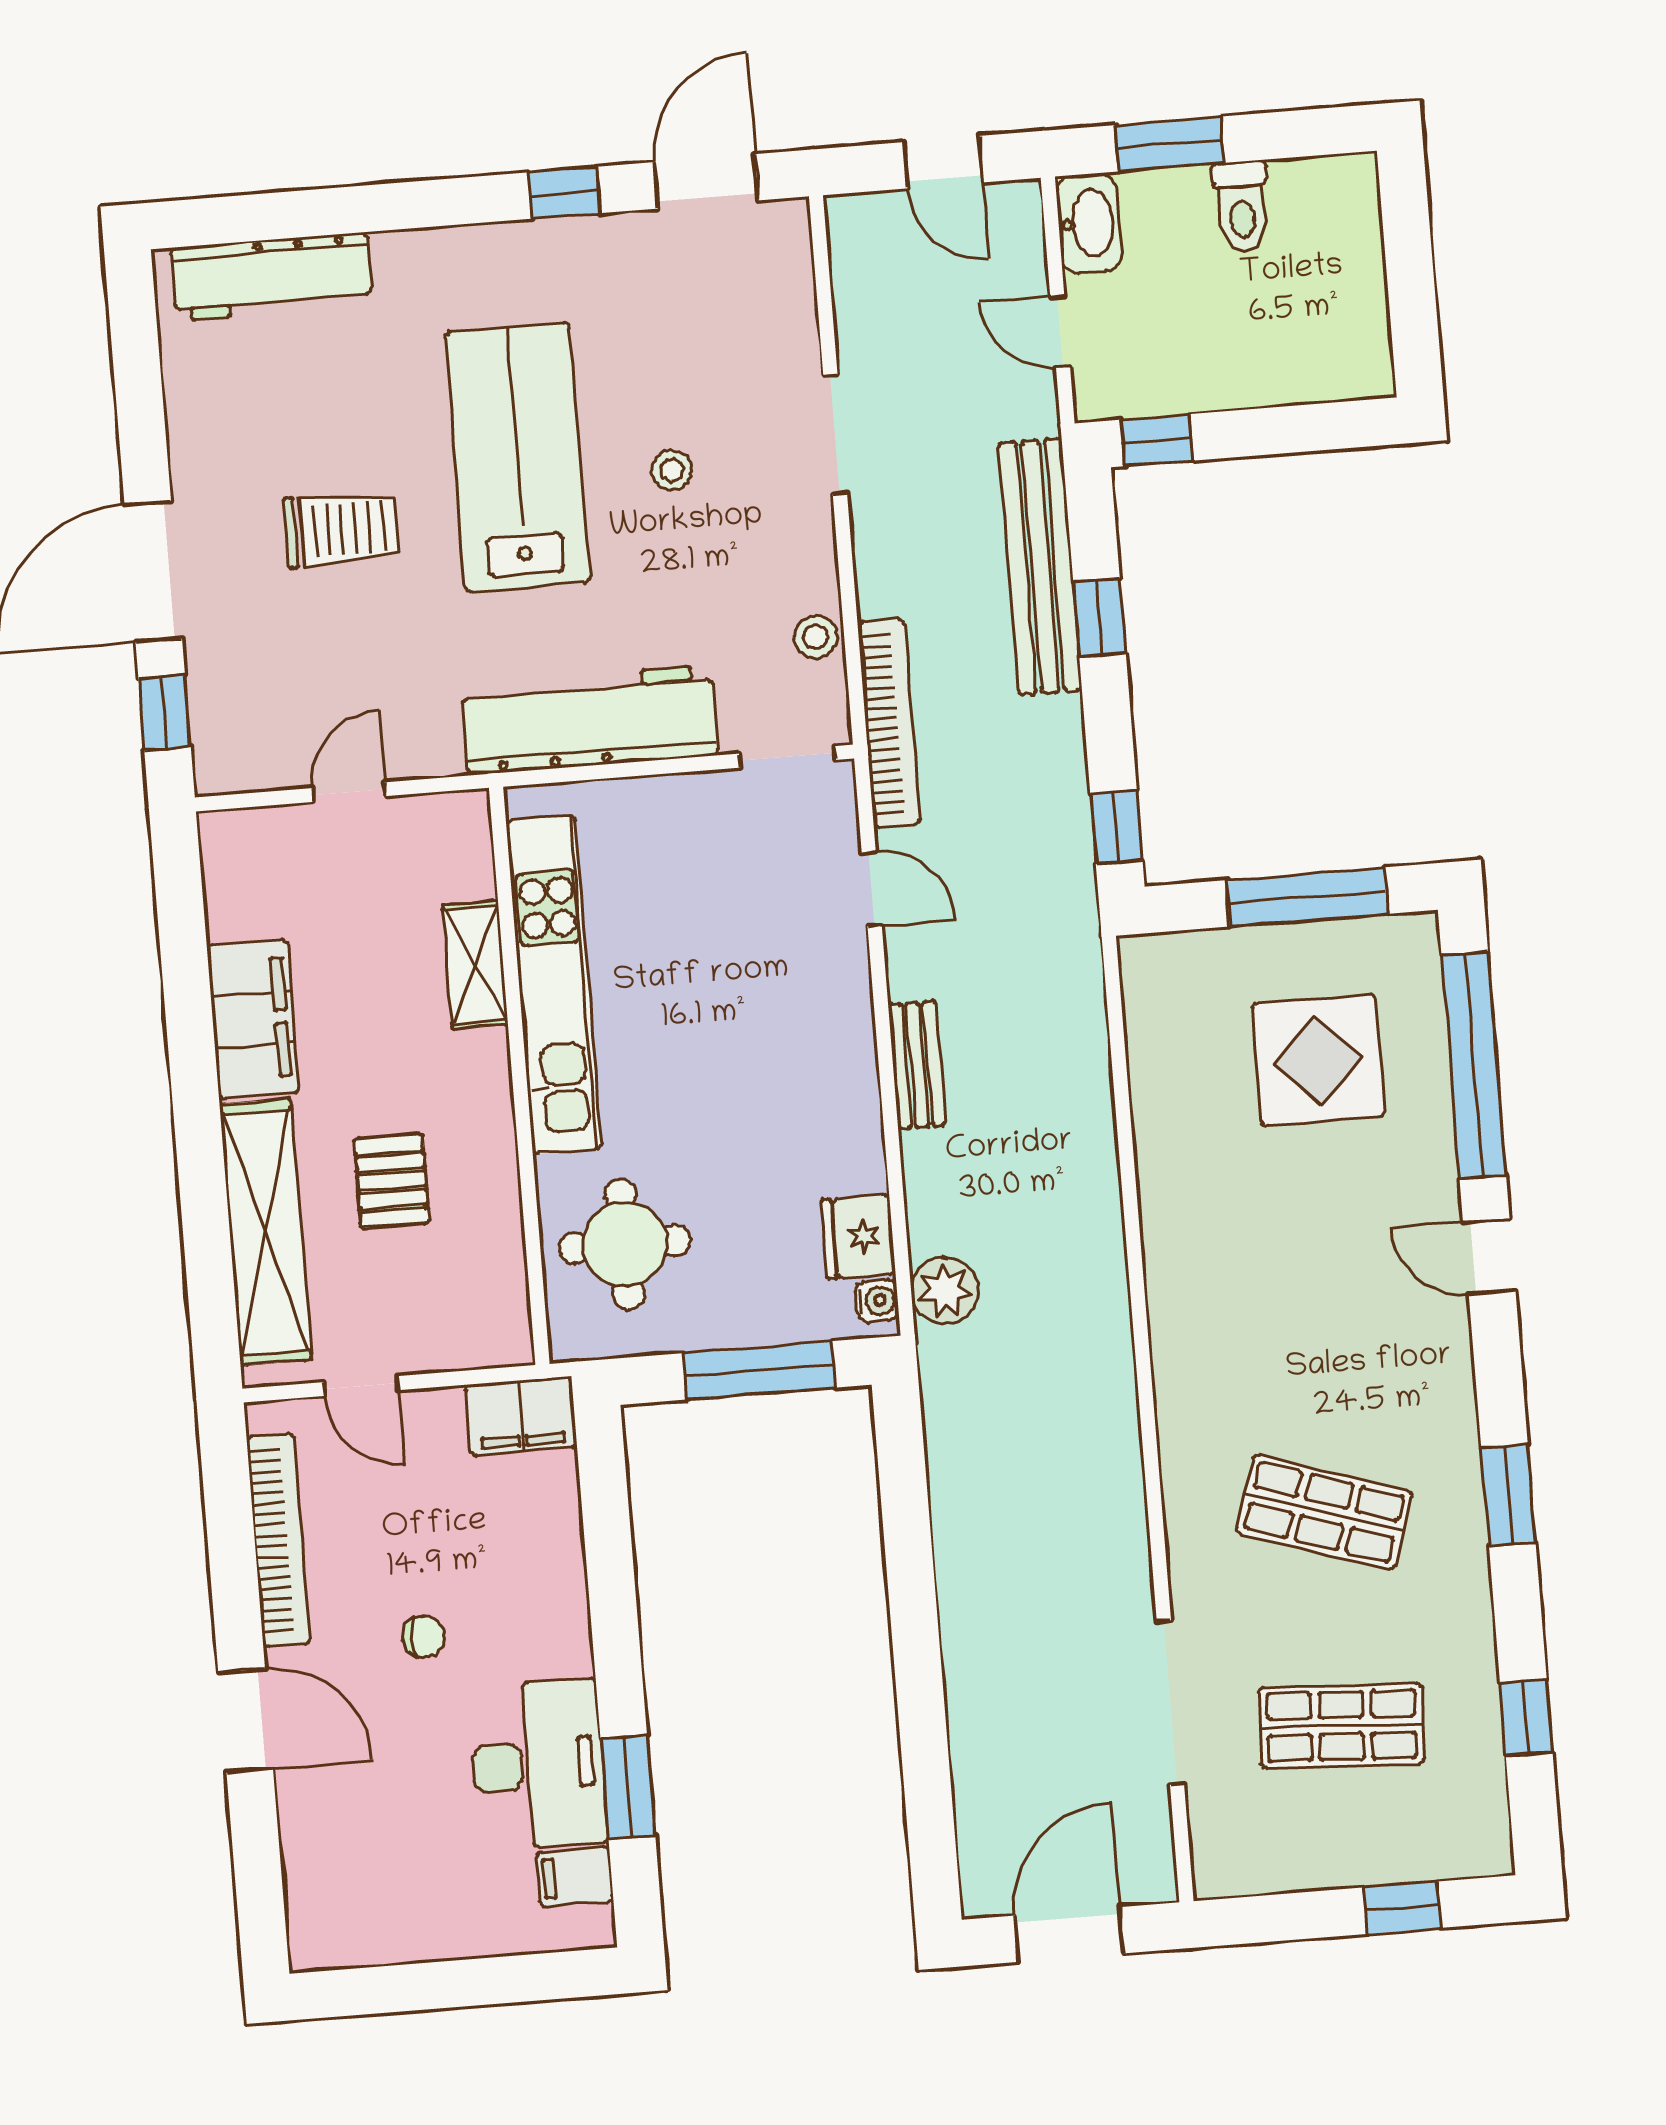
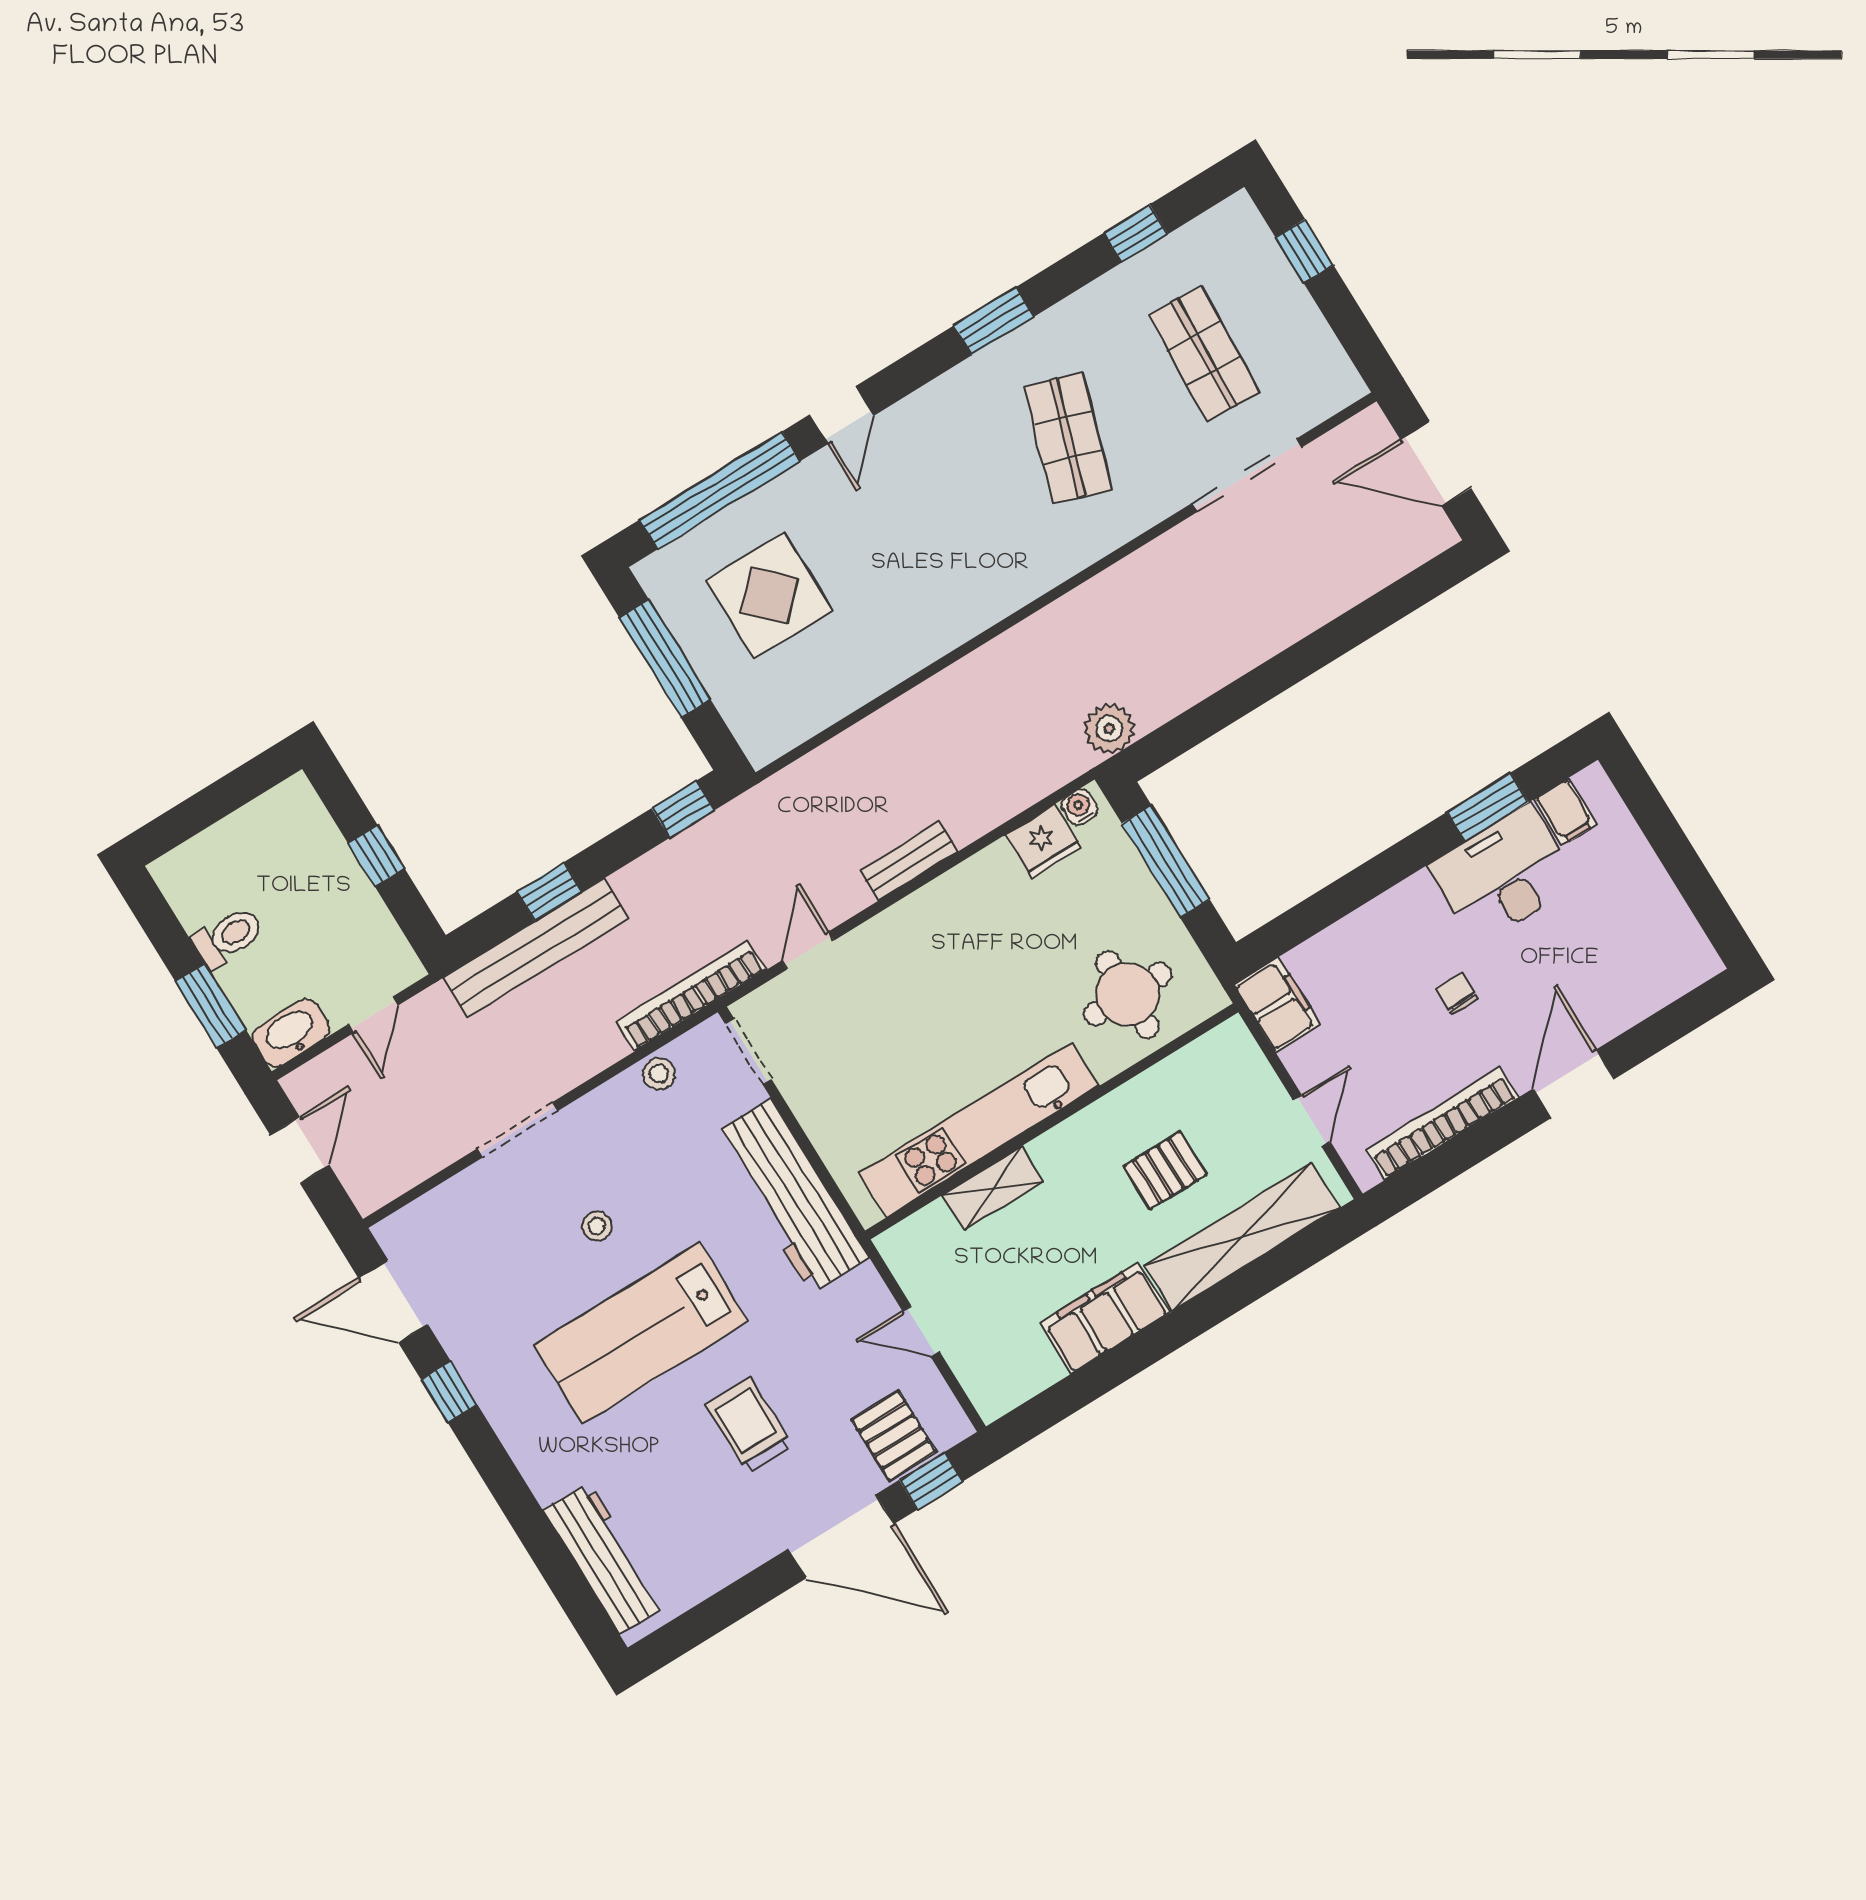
window: (1157, 440) -> (376, 856), moved
pallet: (241, 696) -> (894, 1436), added
plant: (945, 1291) -> (1109, 729), moved

